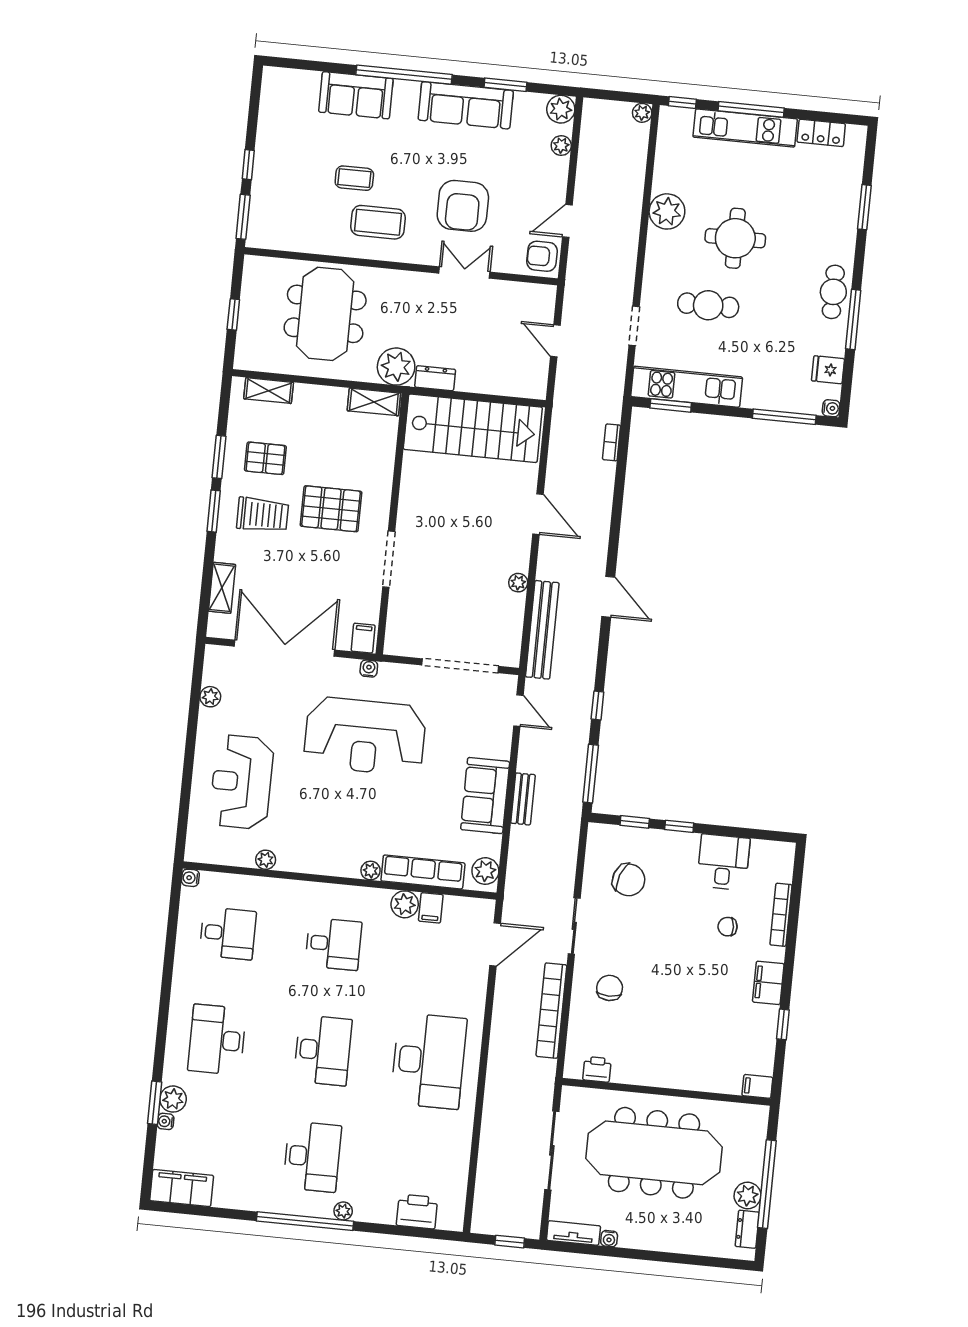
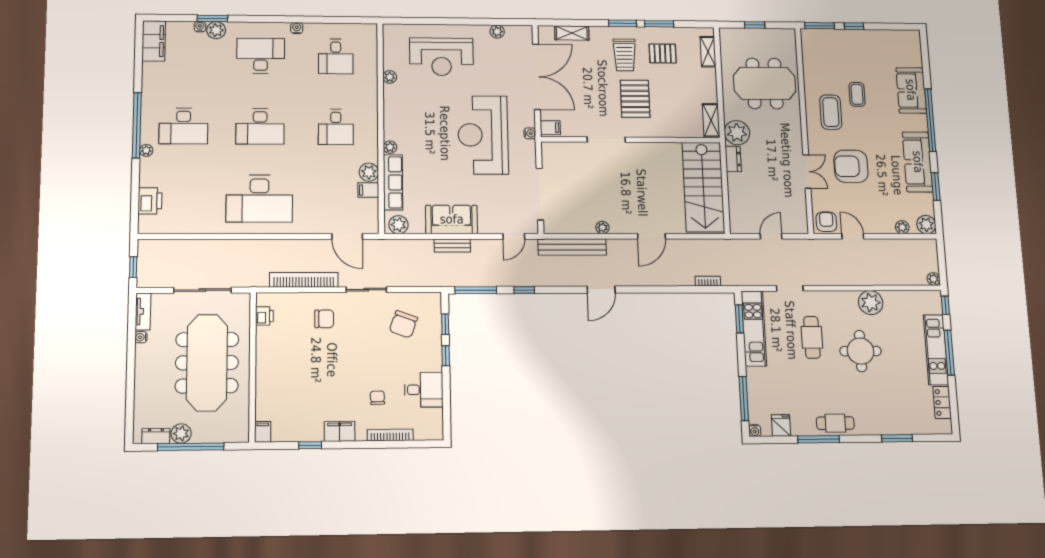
pallet: (265, 458) -> (663, 53), turned 90
reception desk: (242, 782) -> (441, 57), turned 180
water cooler: (190, 878) -> (297, 28), moved

